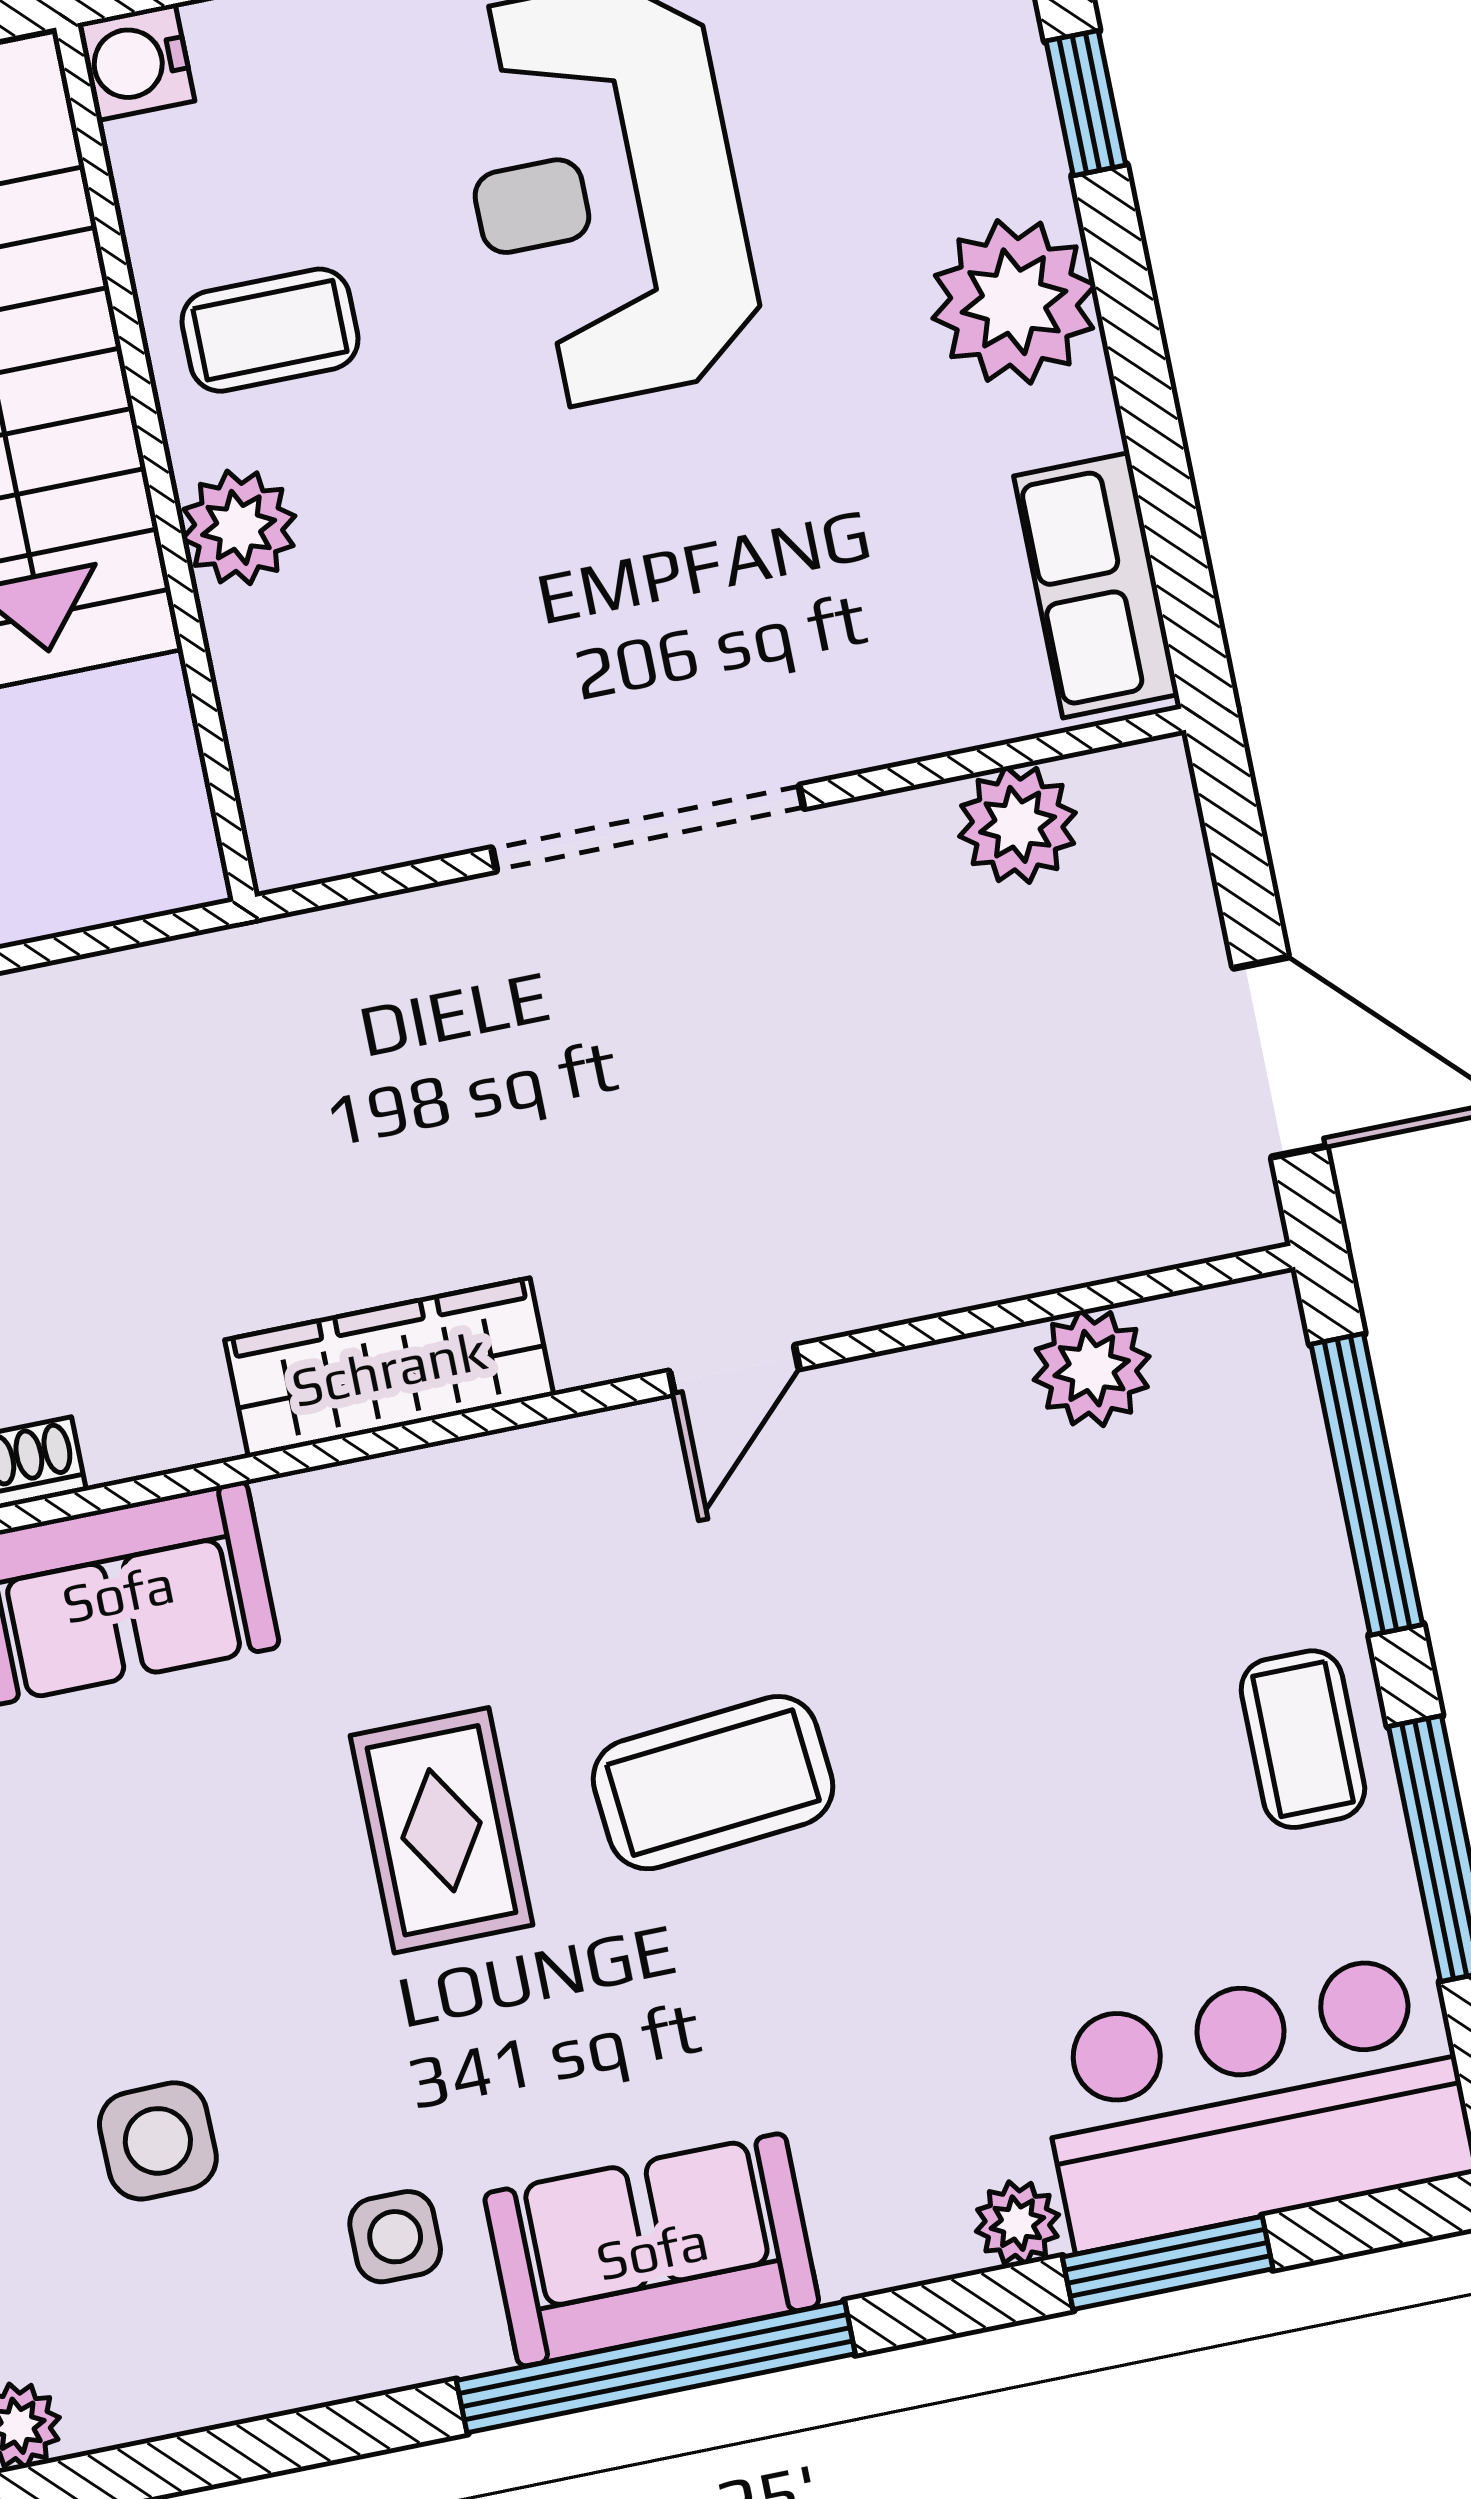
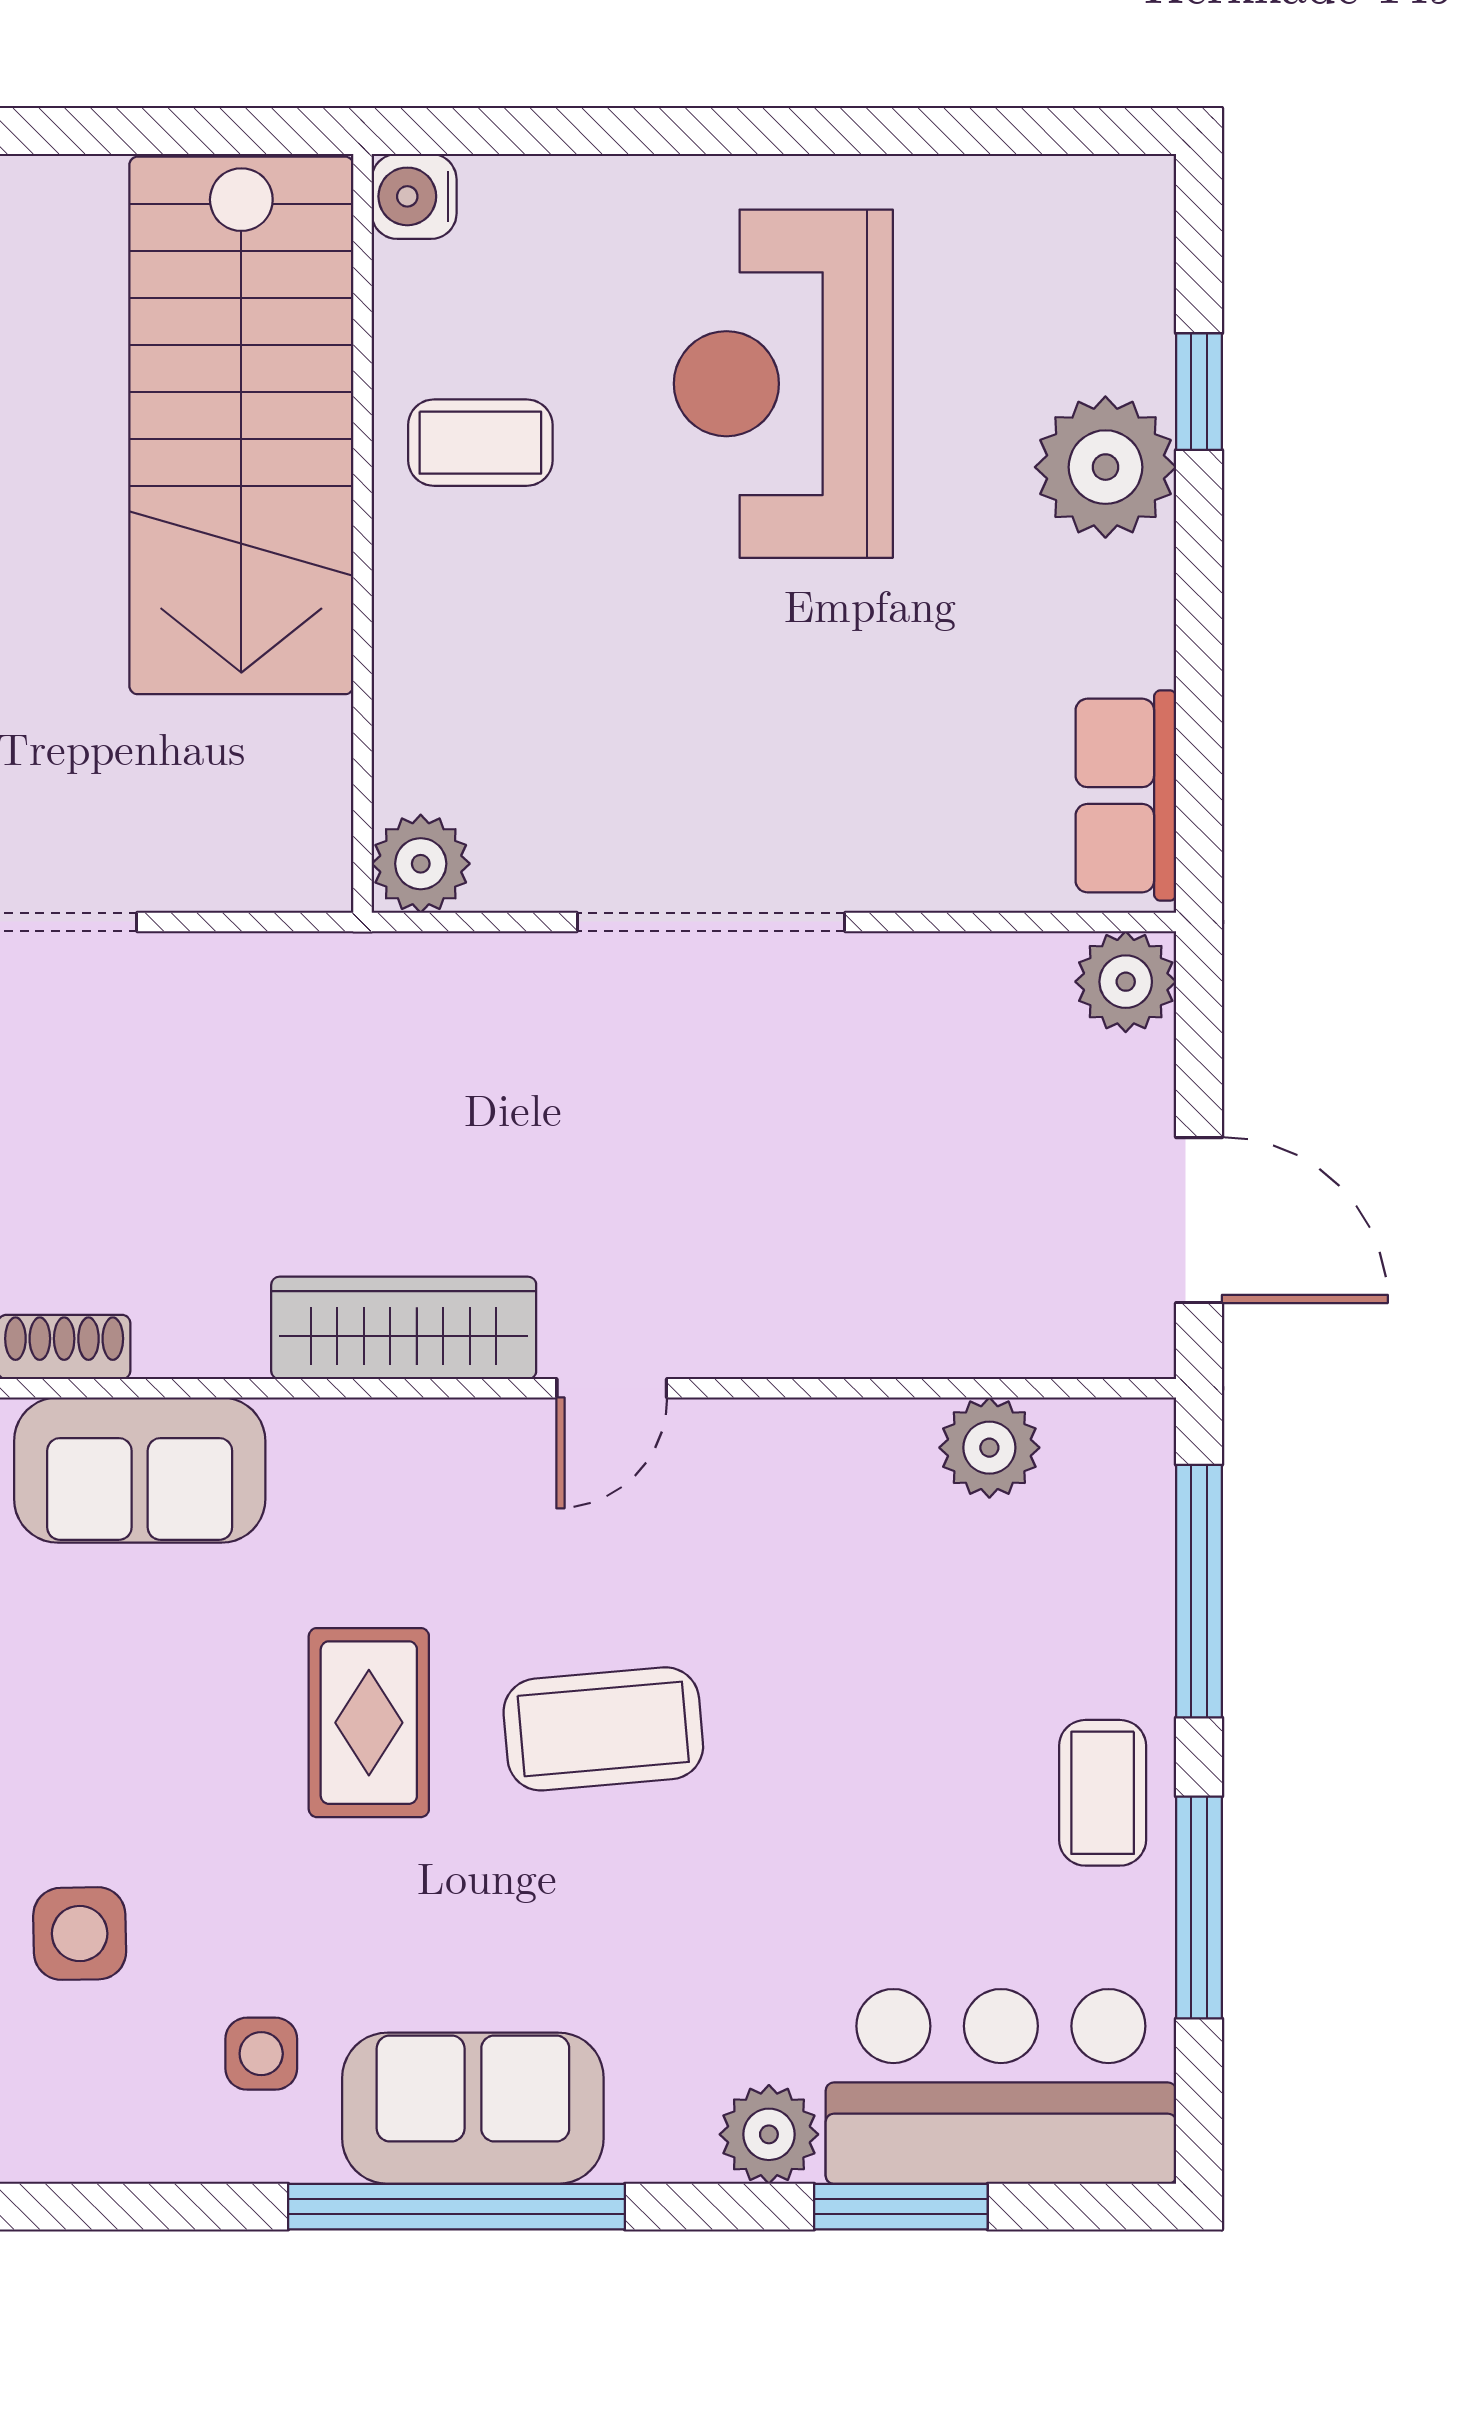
plant: (1014, 302) -> (1105, 467), moved
plant: (239, 527) -> (421, 864), moved
plant: (1018, 824) -> (1126, 982), moved
door: (734, 1370) -> (612, 1388), moved
plant: (1017, 2223) -> (769, 2134), width x1.38, depth x1.38

